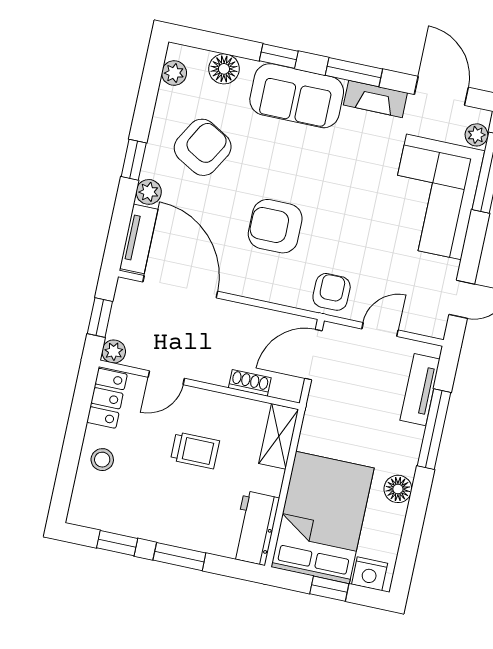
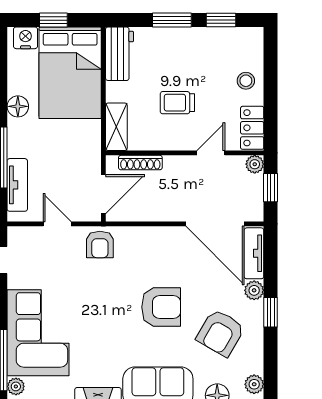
armchair: (275, 226) -> (161, 307), moved
door: (380, 330) -> (57, 224), swing flipped
shoe rack: (250, 383) -> (140, 163), width x1.43

